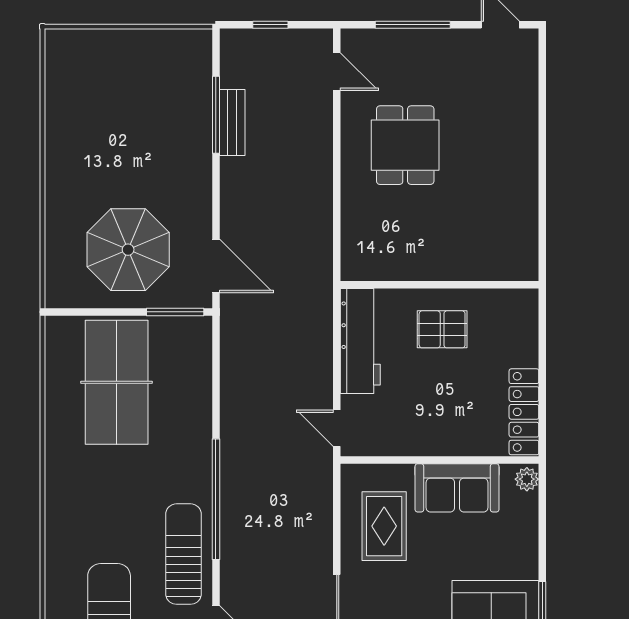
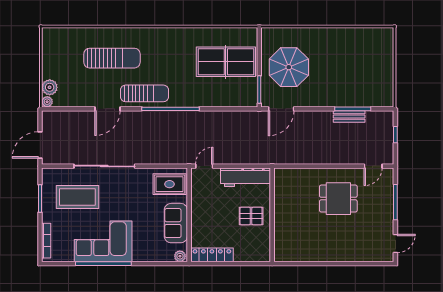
pallet: (442, 329) -> (251, 216), turned 90
rug: (384, 526) -> (169, 184), moved

